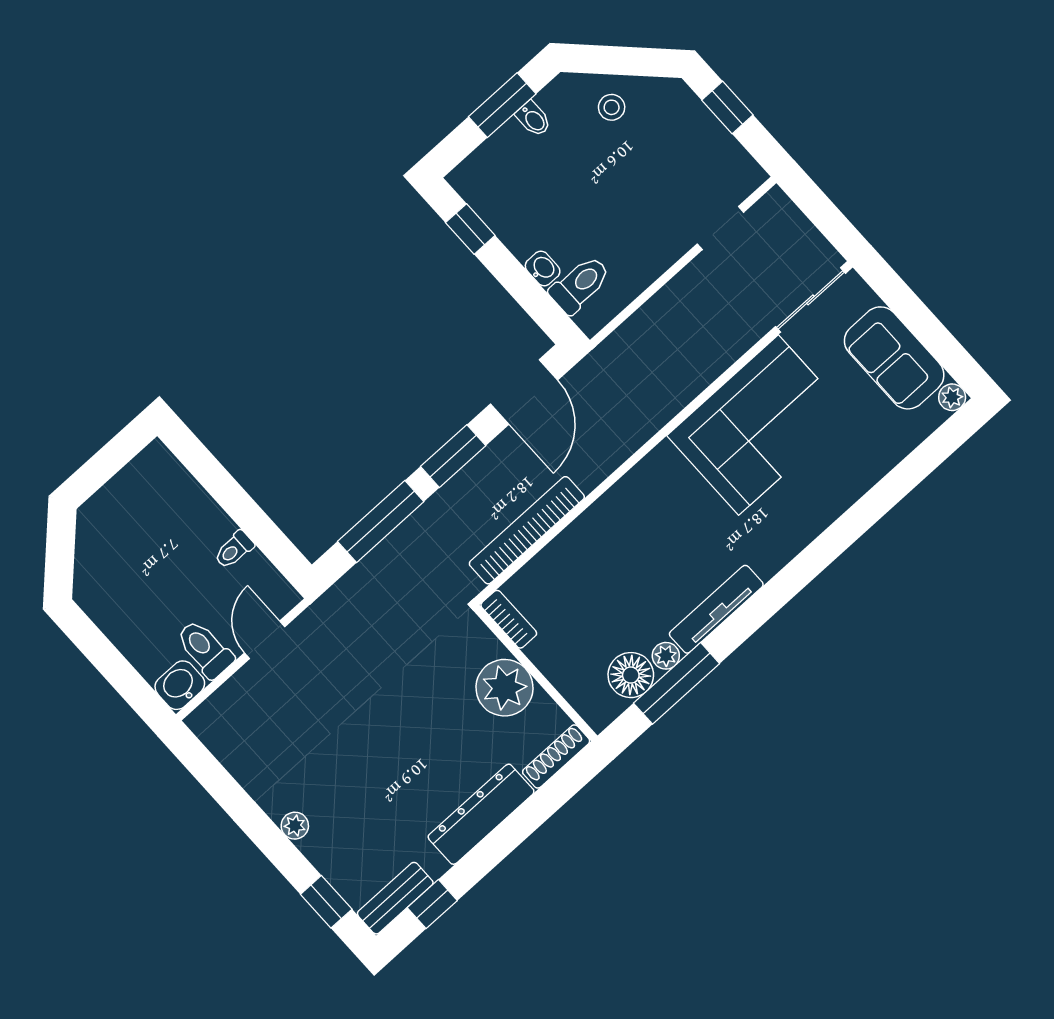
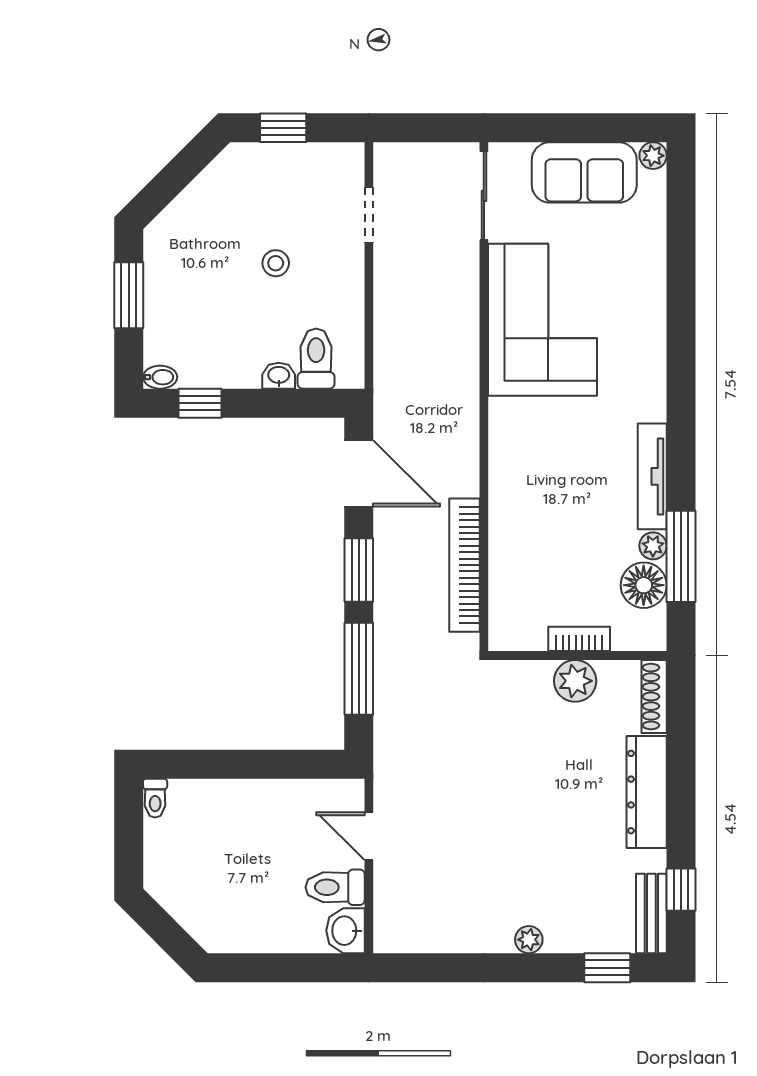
stool: (612, 107) -> (276, 263), moved
bidet: (533, 119) -> (160, 377), moved
toilet: (234, 550) -> (155, 798), moved
bookcase: (509, 619) -> (579, 639), moved
plant: (505, 688) -> (575, 681), width x0.73, depth x0.73

